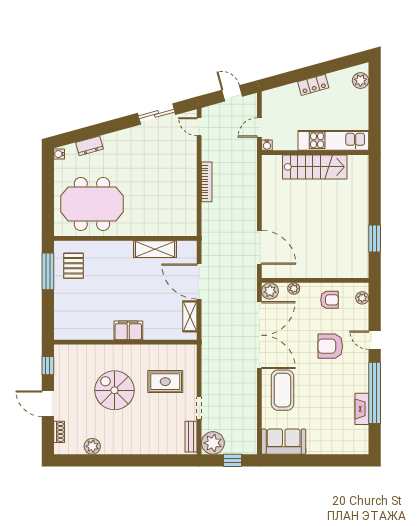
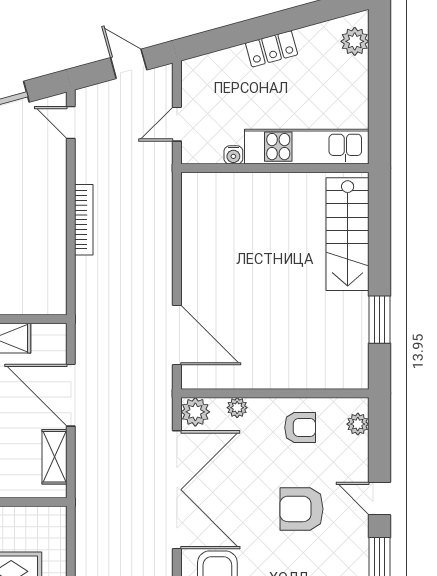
water cooler: (267, 145) -> (233, 155), moved
stairs: (315, 167) -> (348, 234), moved, turned 90

